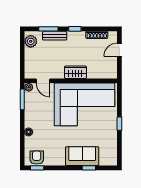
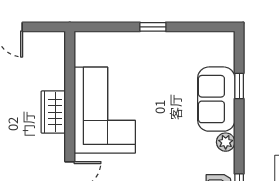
corner sofa: (84, 104) -> (105, 110), width x0.73, depth x0.74
plant: (60, 161) -> (226, 142), added

